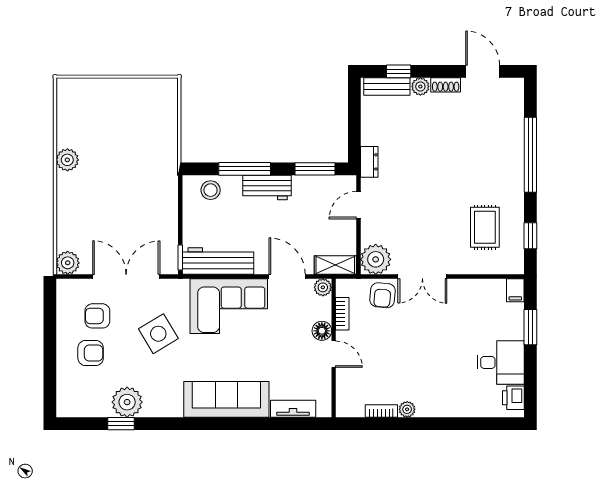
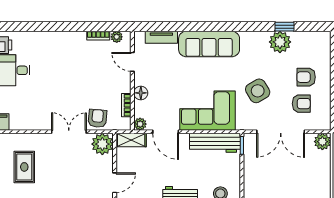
door: (334, 354) -> (132, 62), moved
plant: (407, 409) -> (117, 37), moved

